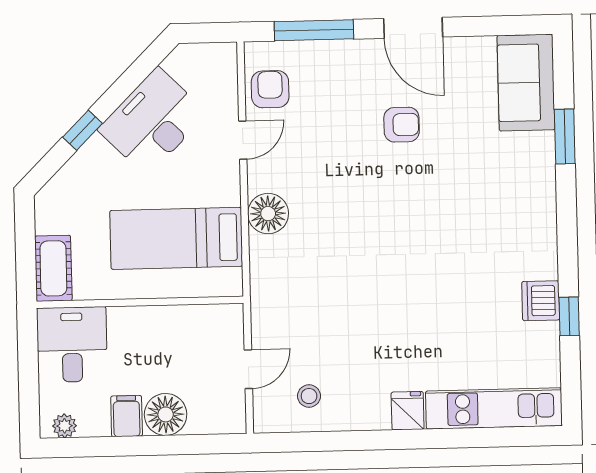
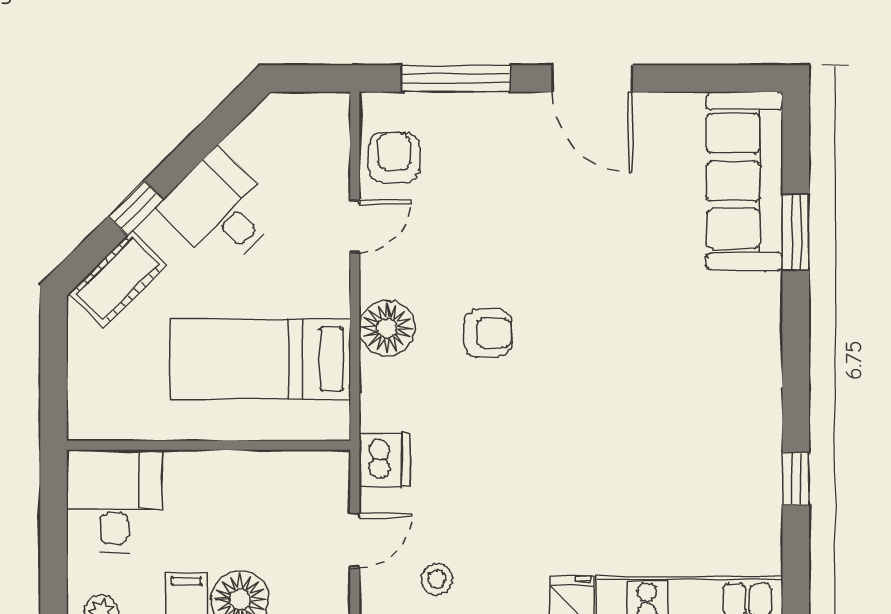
sofa: (526, 83) -> (745, 181), width x1.36
desk: (152, 122) -> (220, 210), width x0.73
armchair: (402, 125) -> (488, 333), moved
cot: (53, 268) -> (118, 279), moved, turned 45
dishwasher: (541, 301) -> (384, 459), moved, turned 180

